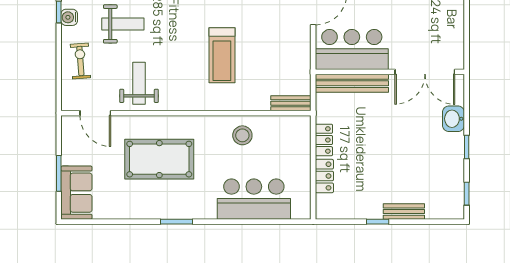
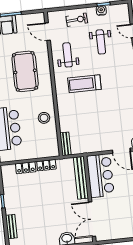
treadmill: (222, 55) -> (84, 84), moved
weight bench: (139, 83) -> (68, 55), turned -90
door: (95, 113) -> (48, 32), hinge flipped
bench: (404, 212) -> (11, 227), moved

